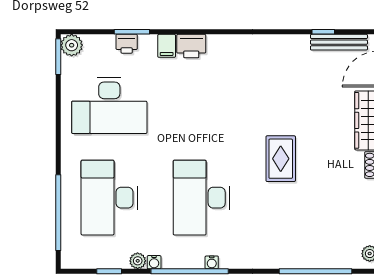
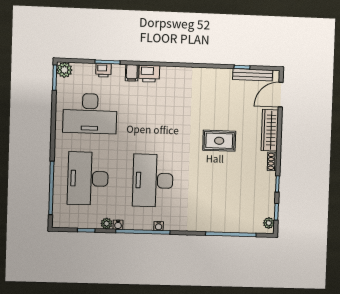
rug: (281, 159) -> (219, 141), moved, turned 90

